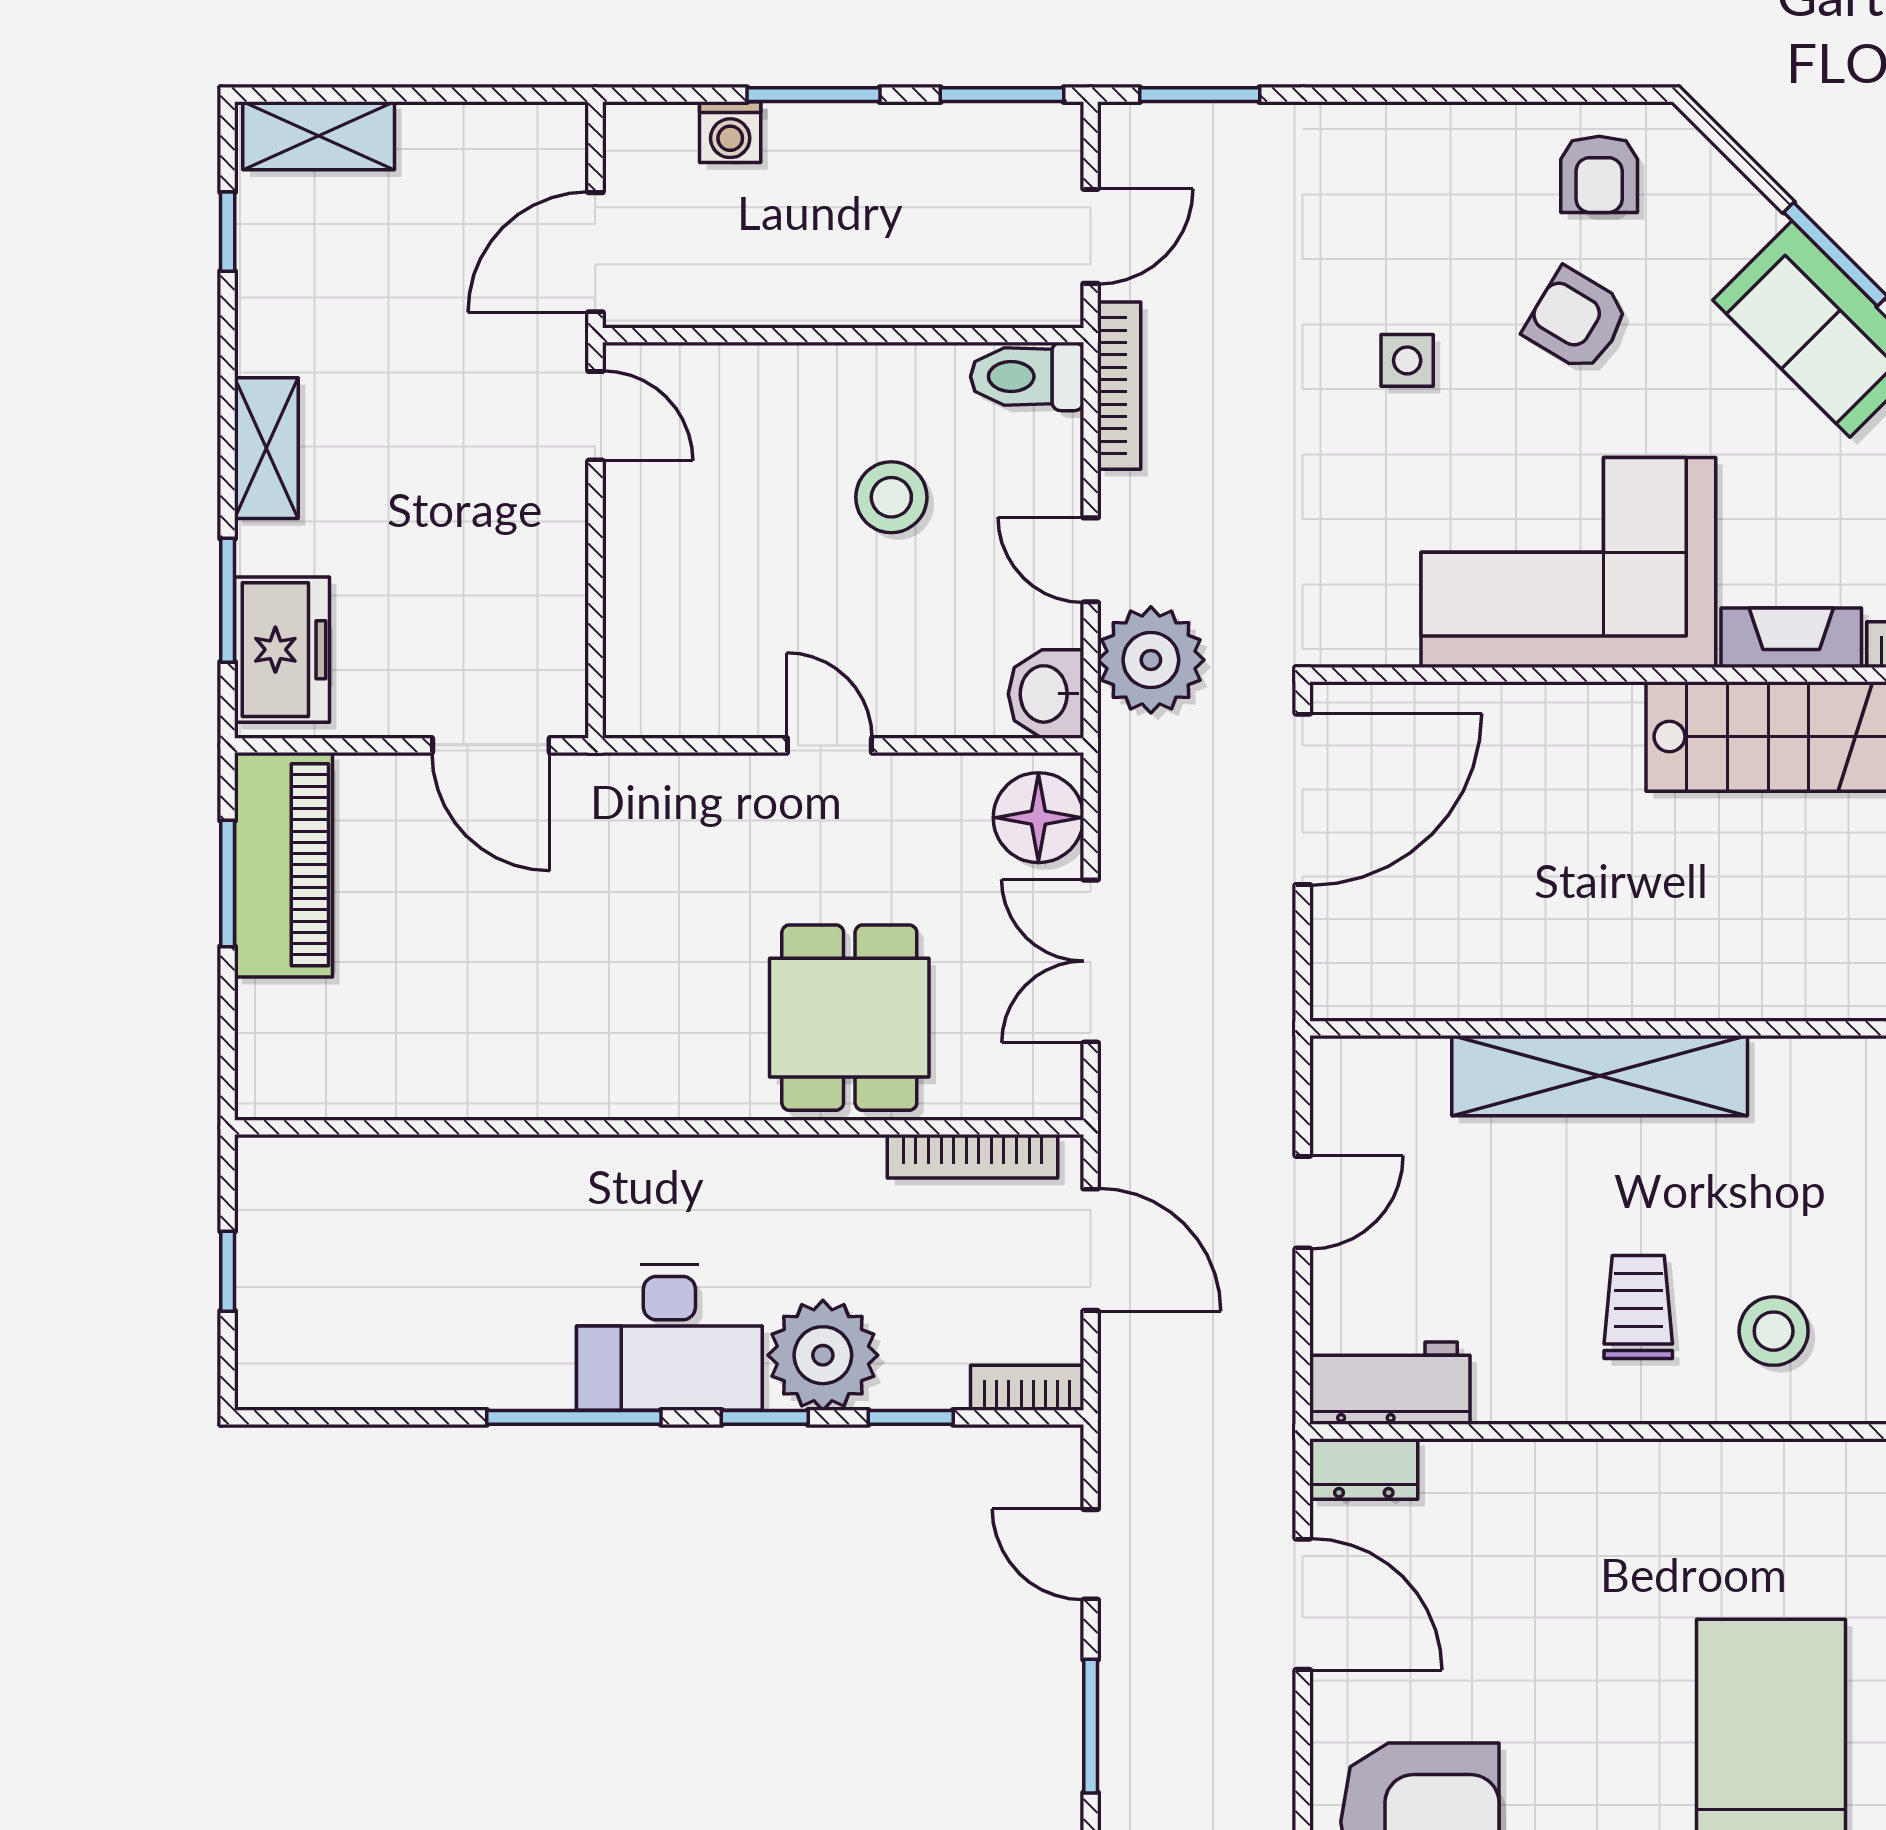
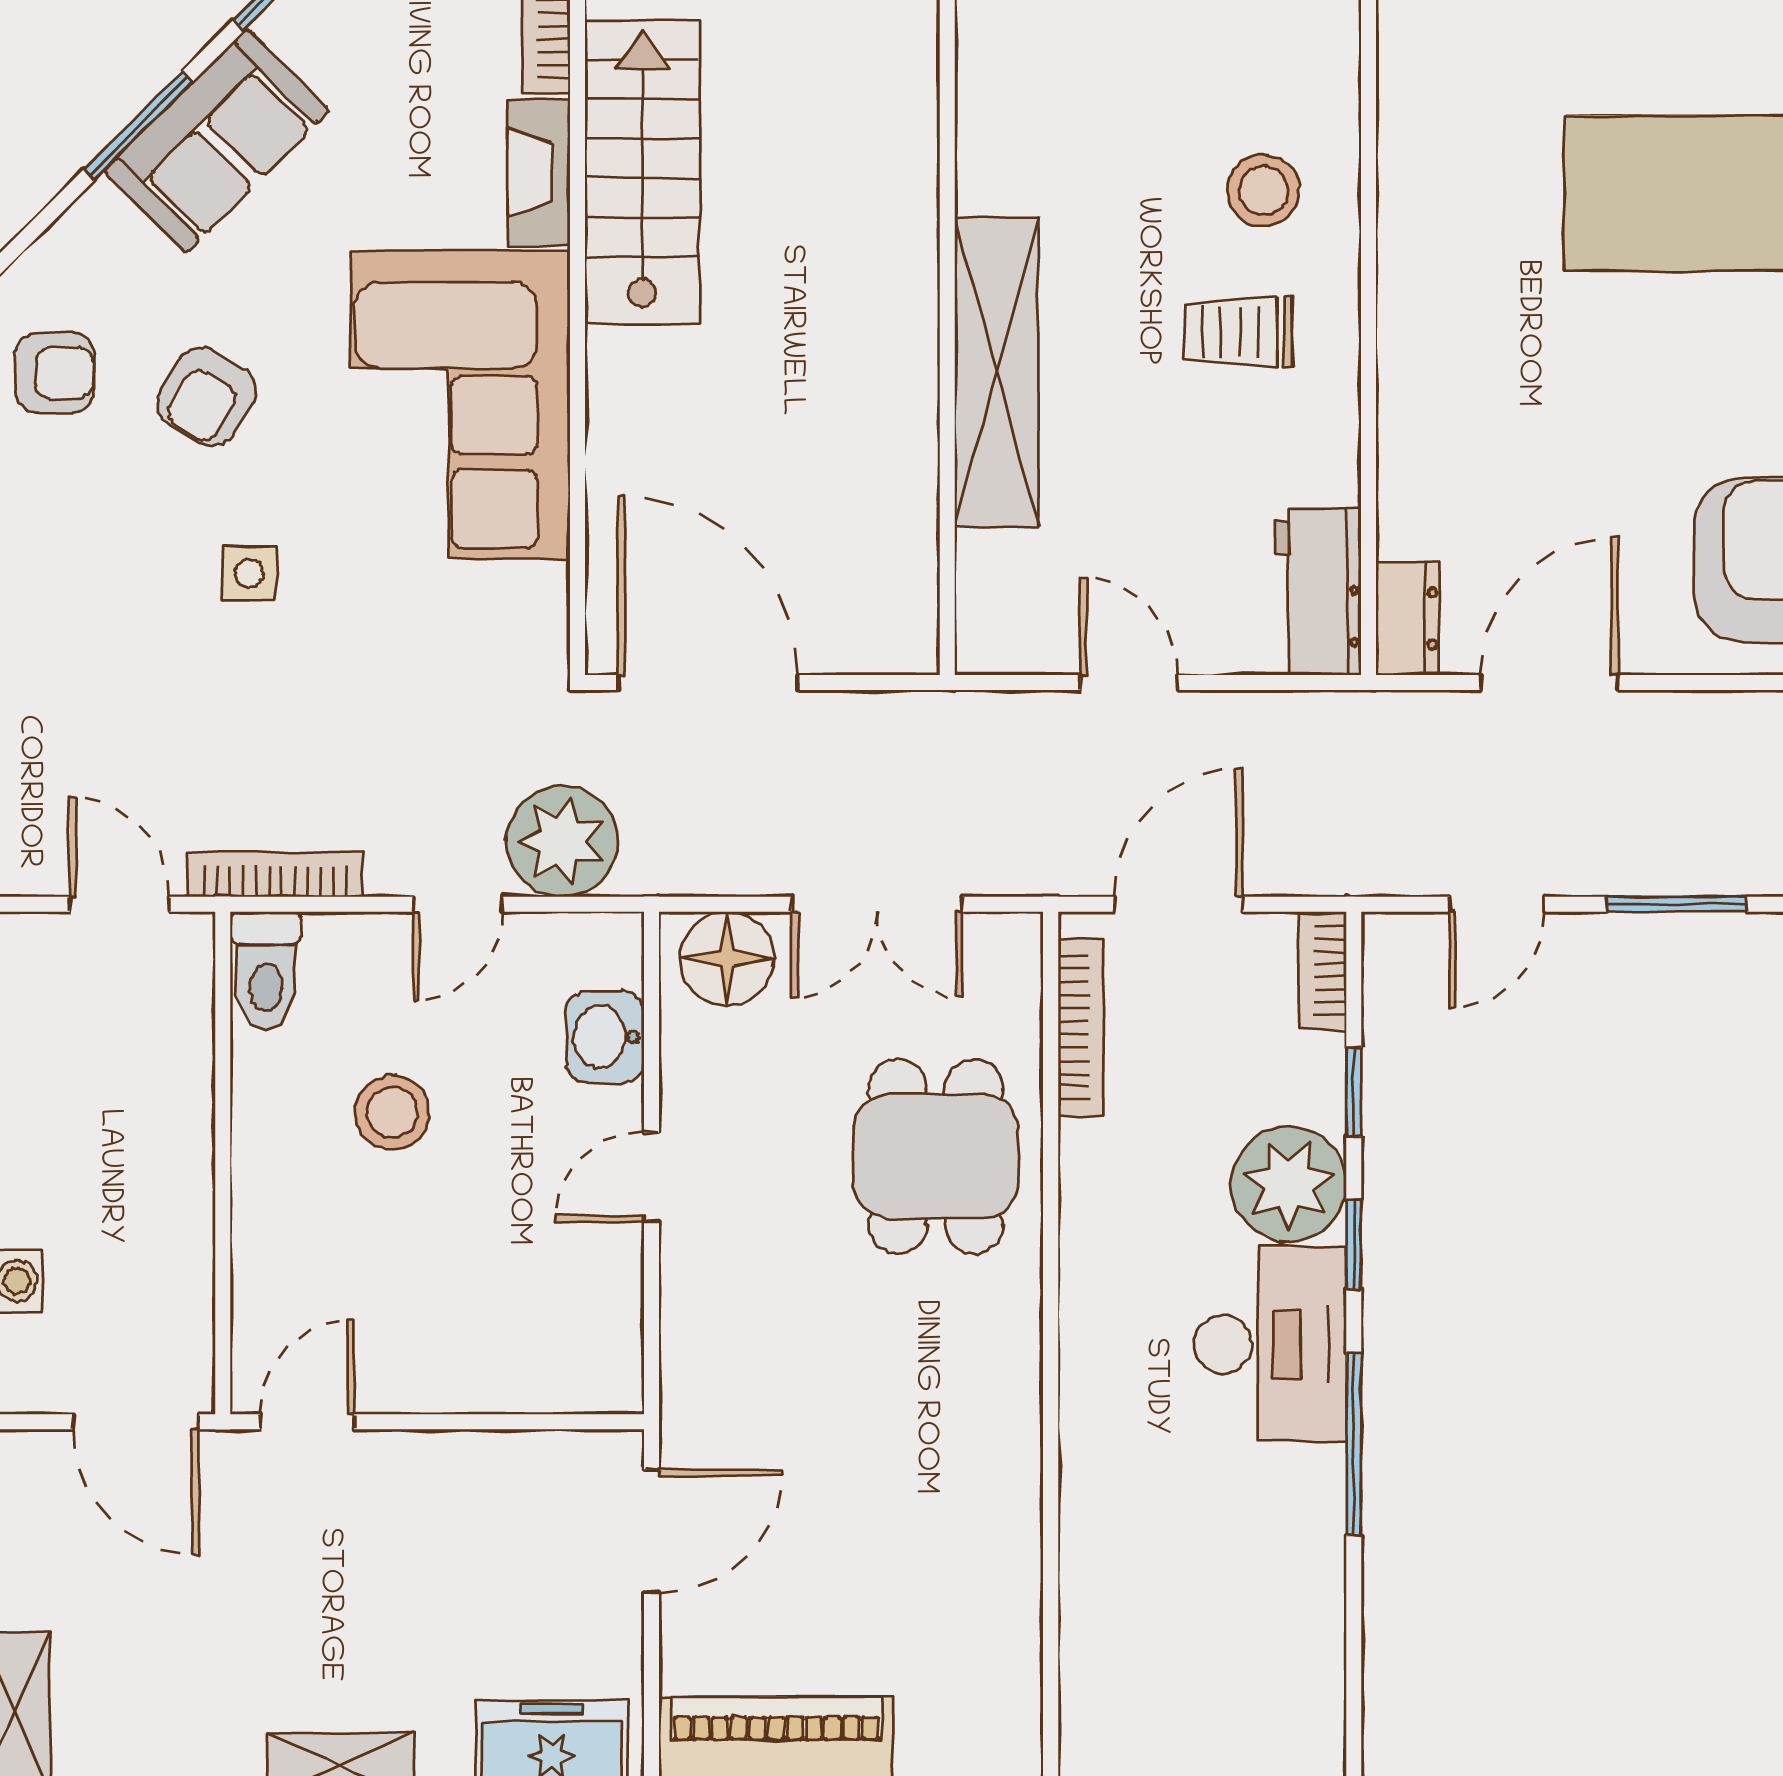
washbasin: (1046, 694) -> (605, 1037), moved, turned 90
dining table: (849, 1018) -> (936, 1156), turned 90

